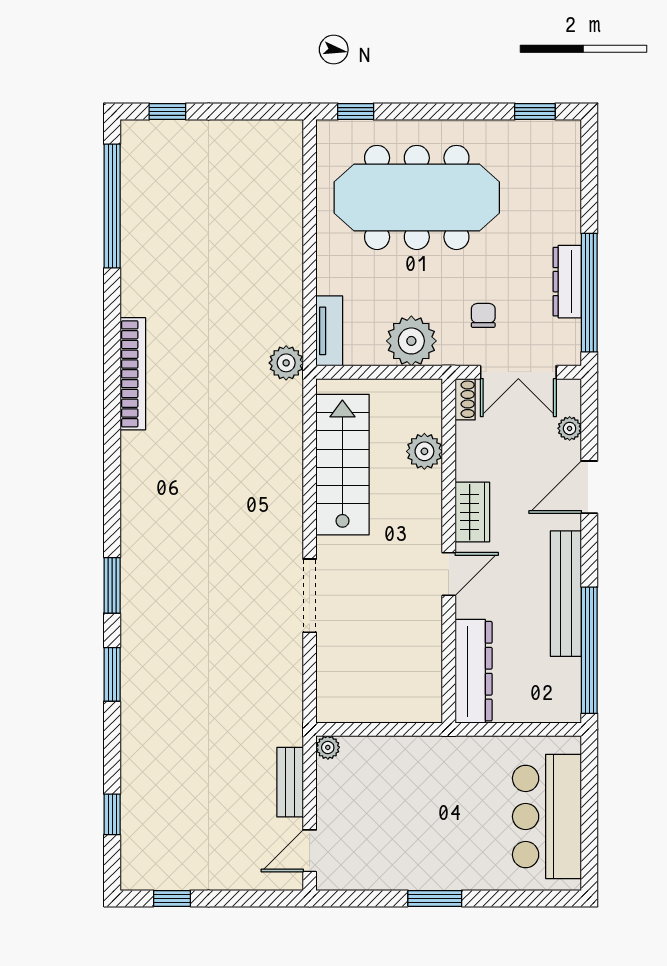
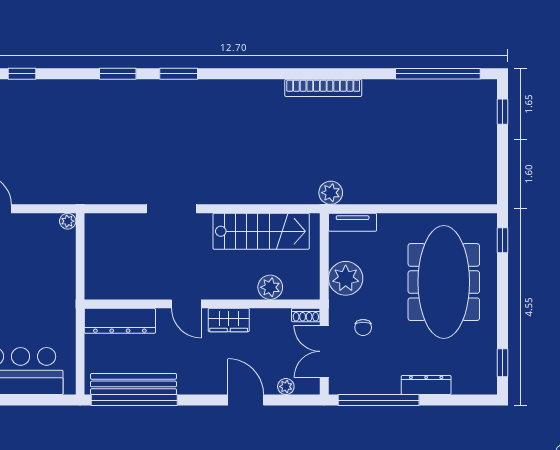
dresser: (567, 282) -> (426, 385), moved
chair: (483, 315) -> (363, 327), turned 90
bench: (566, 594) -> (133, 384), moved
bench: (290, 782) -> (44, 195), removed

